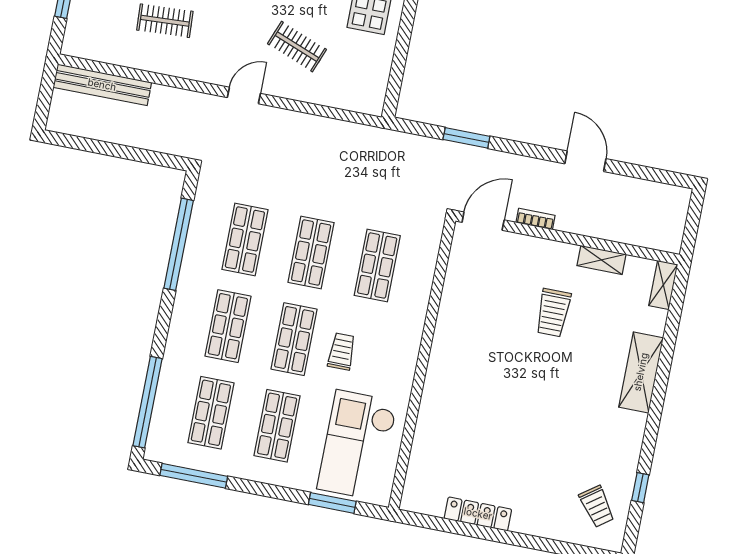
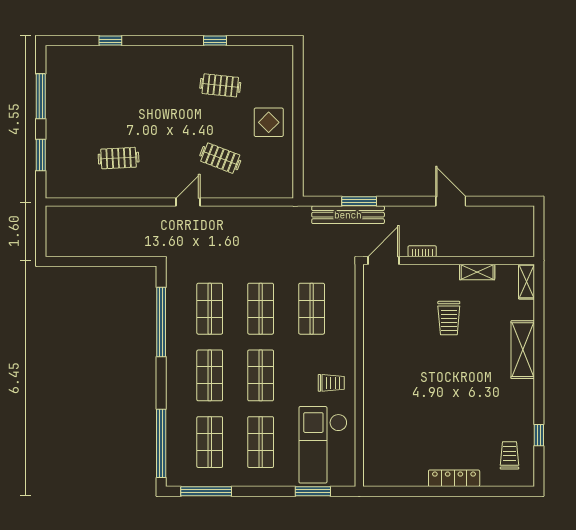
bench: (102, 85) -> (348, 215), moved
trolley: (342, 352) -> (331, 383), moved, turned 90
trolley: (597, 506) -> (509, 455), turned -144
locker: (478, 514) -> (454, 478), moved

